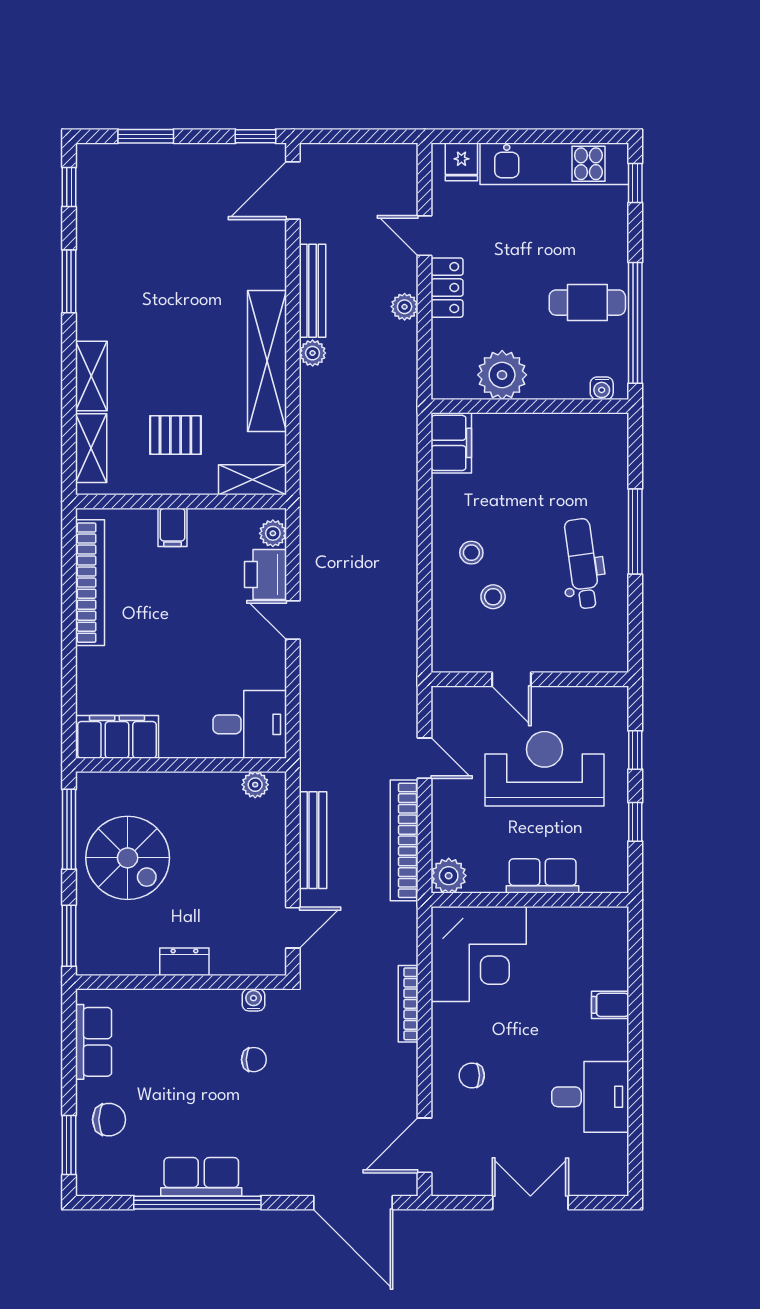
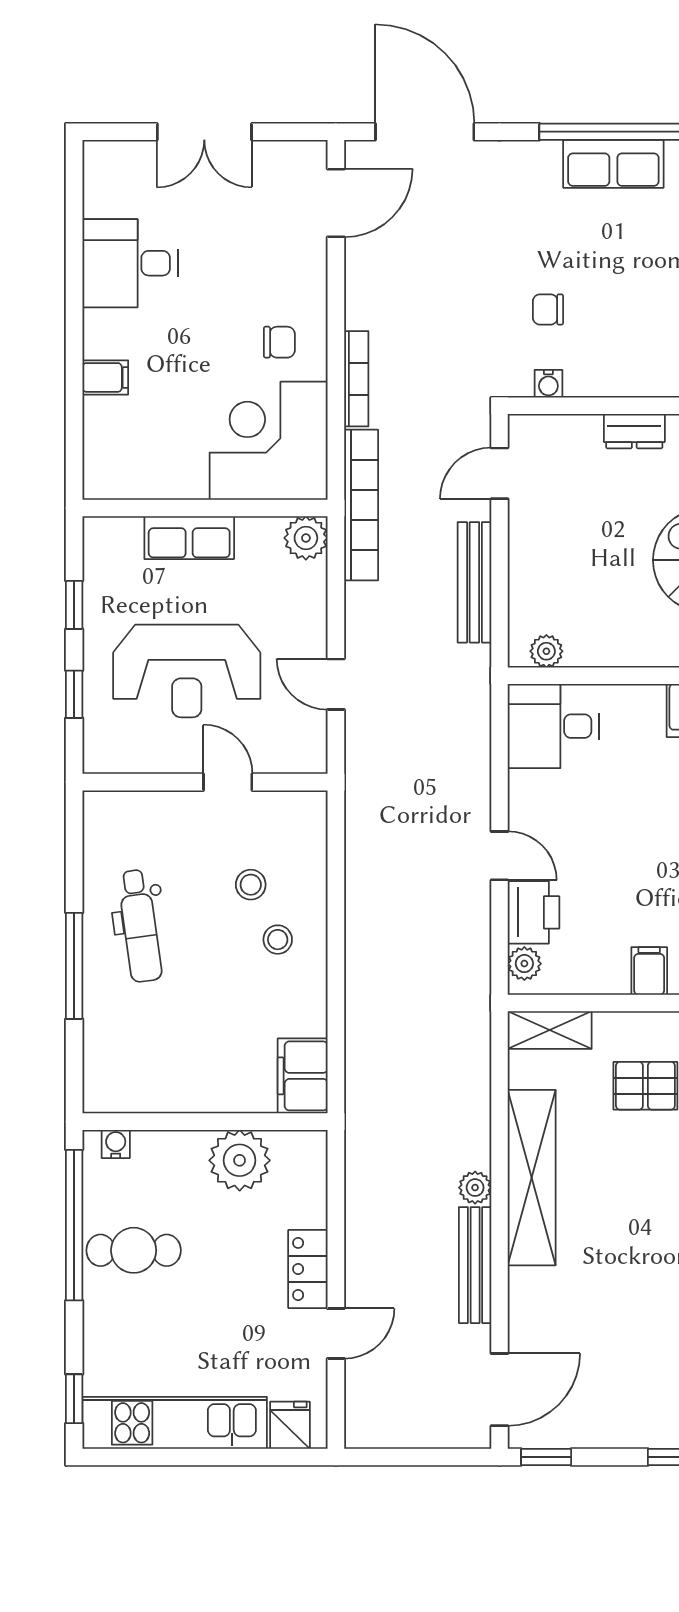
door: (425, 236) -> (336, 1333), hinge flipped
plant: (405, 307) -> (361, 1245), removed
bookcase: (404, 840) -> (361, 505), moved
chair: (472, 1075) -> (279, 342), moved

